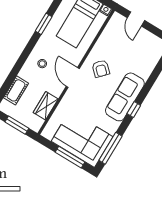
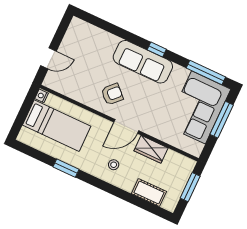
wardrobe: (46, 106) -> (151, 149), moved

